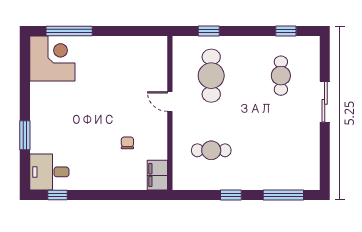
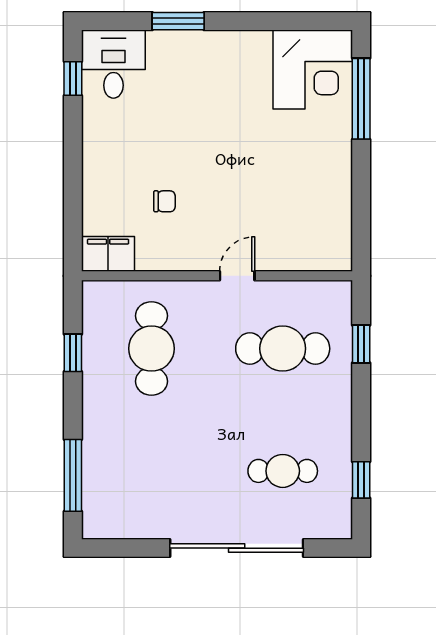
sliding door: (325, 102) -> (237, 548), width x1.86
cafe table: (211, 150) -> (151, 349), width x1.37, depth x1.35
window: (231, 195) -> (73, 353), moved

